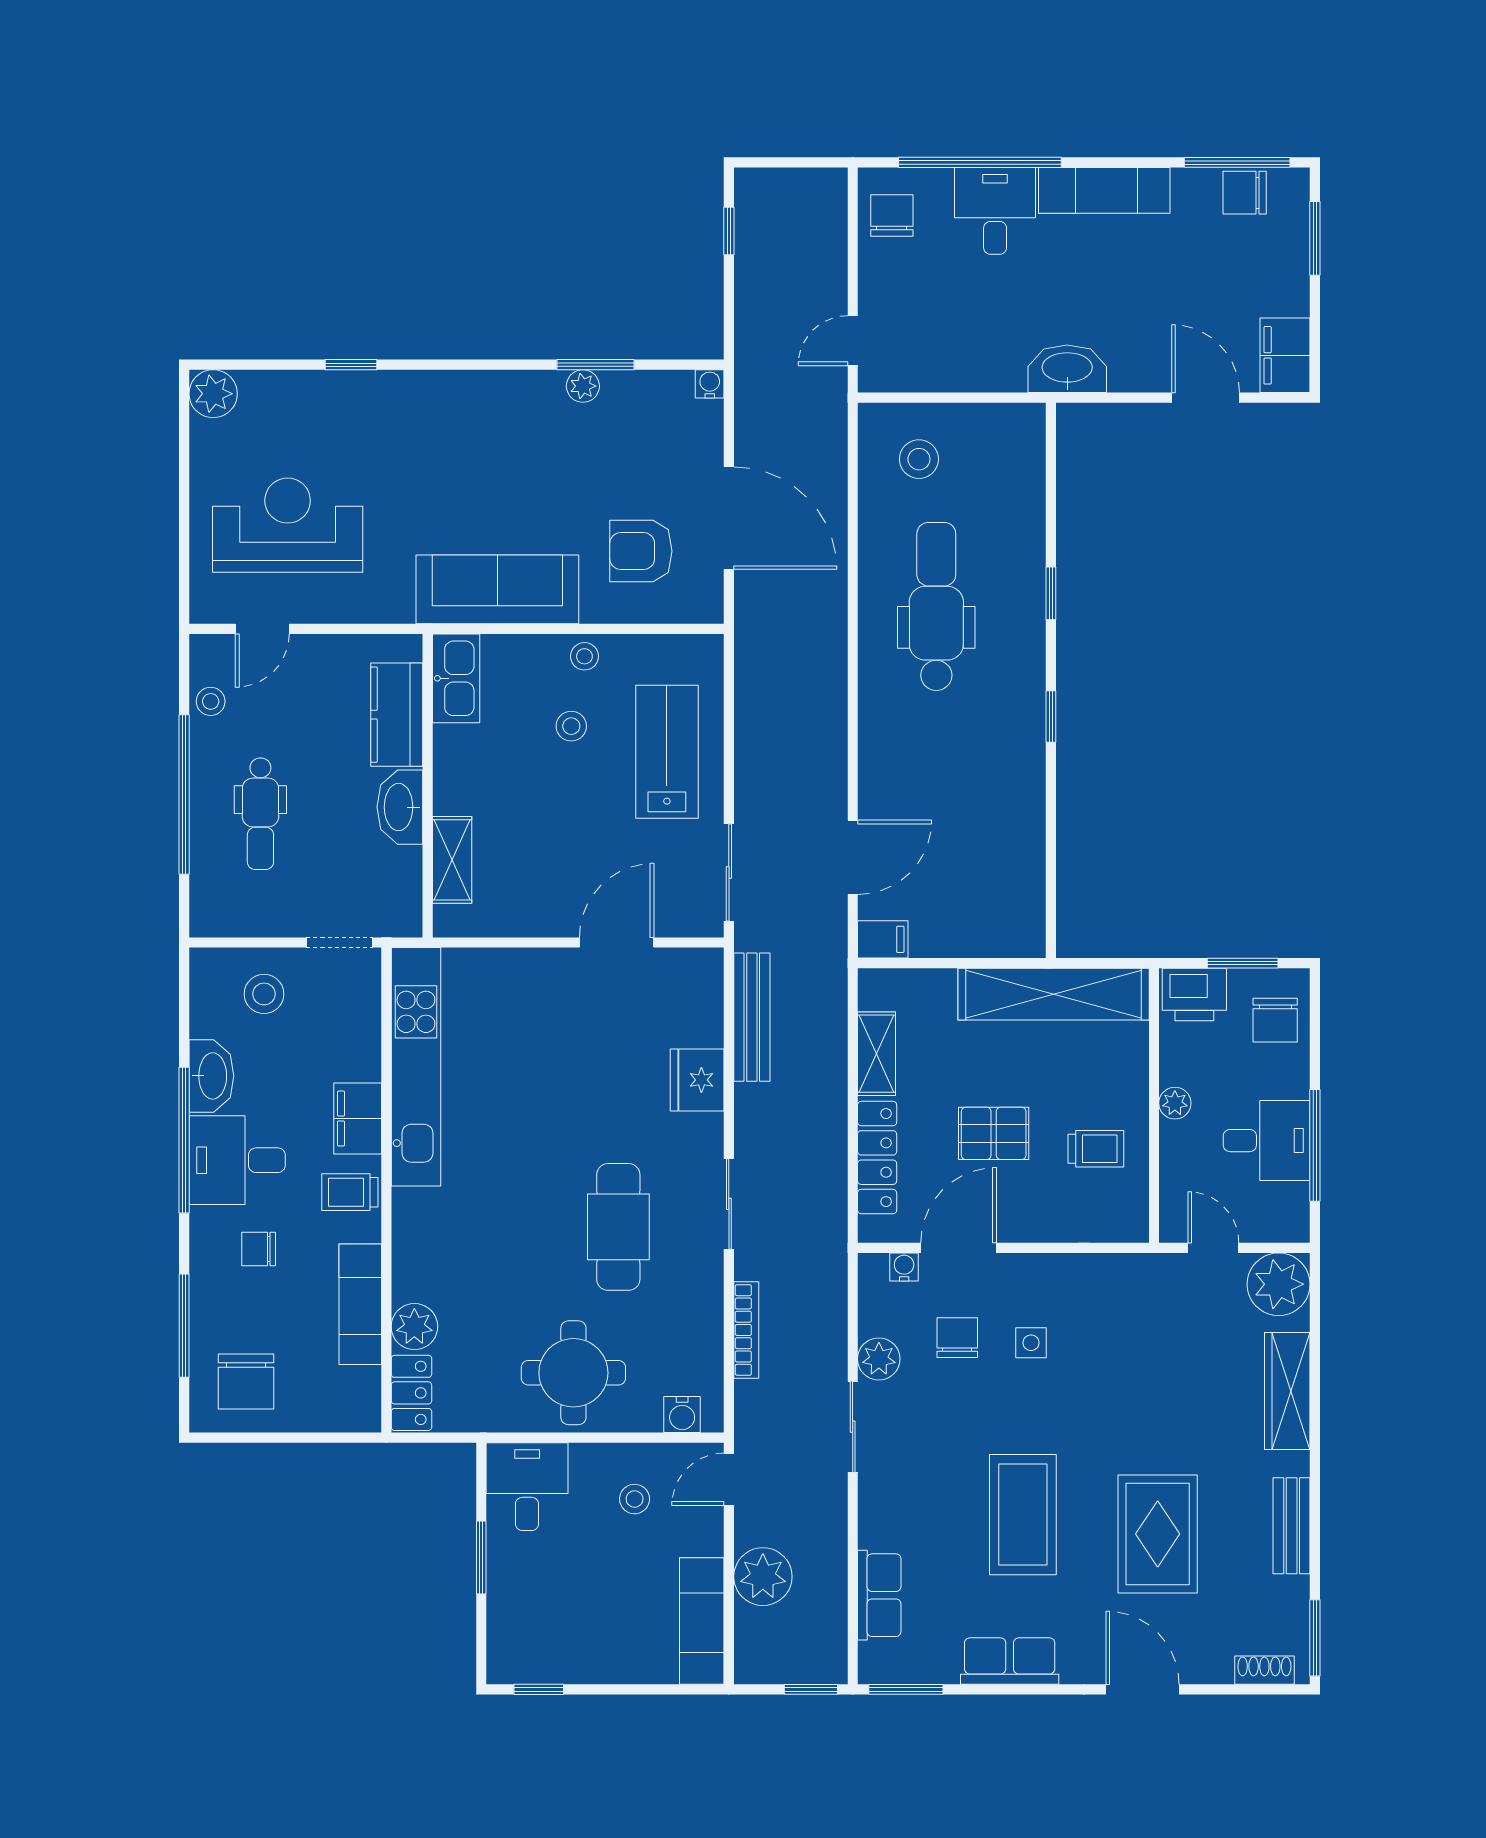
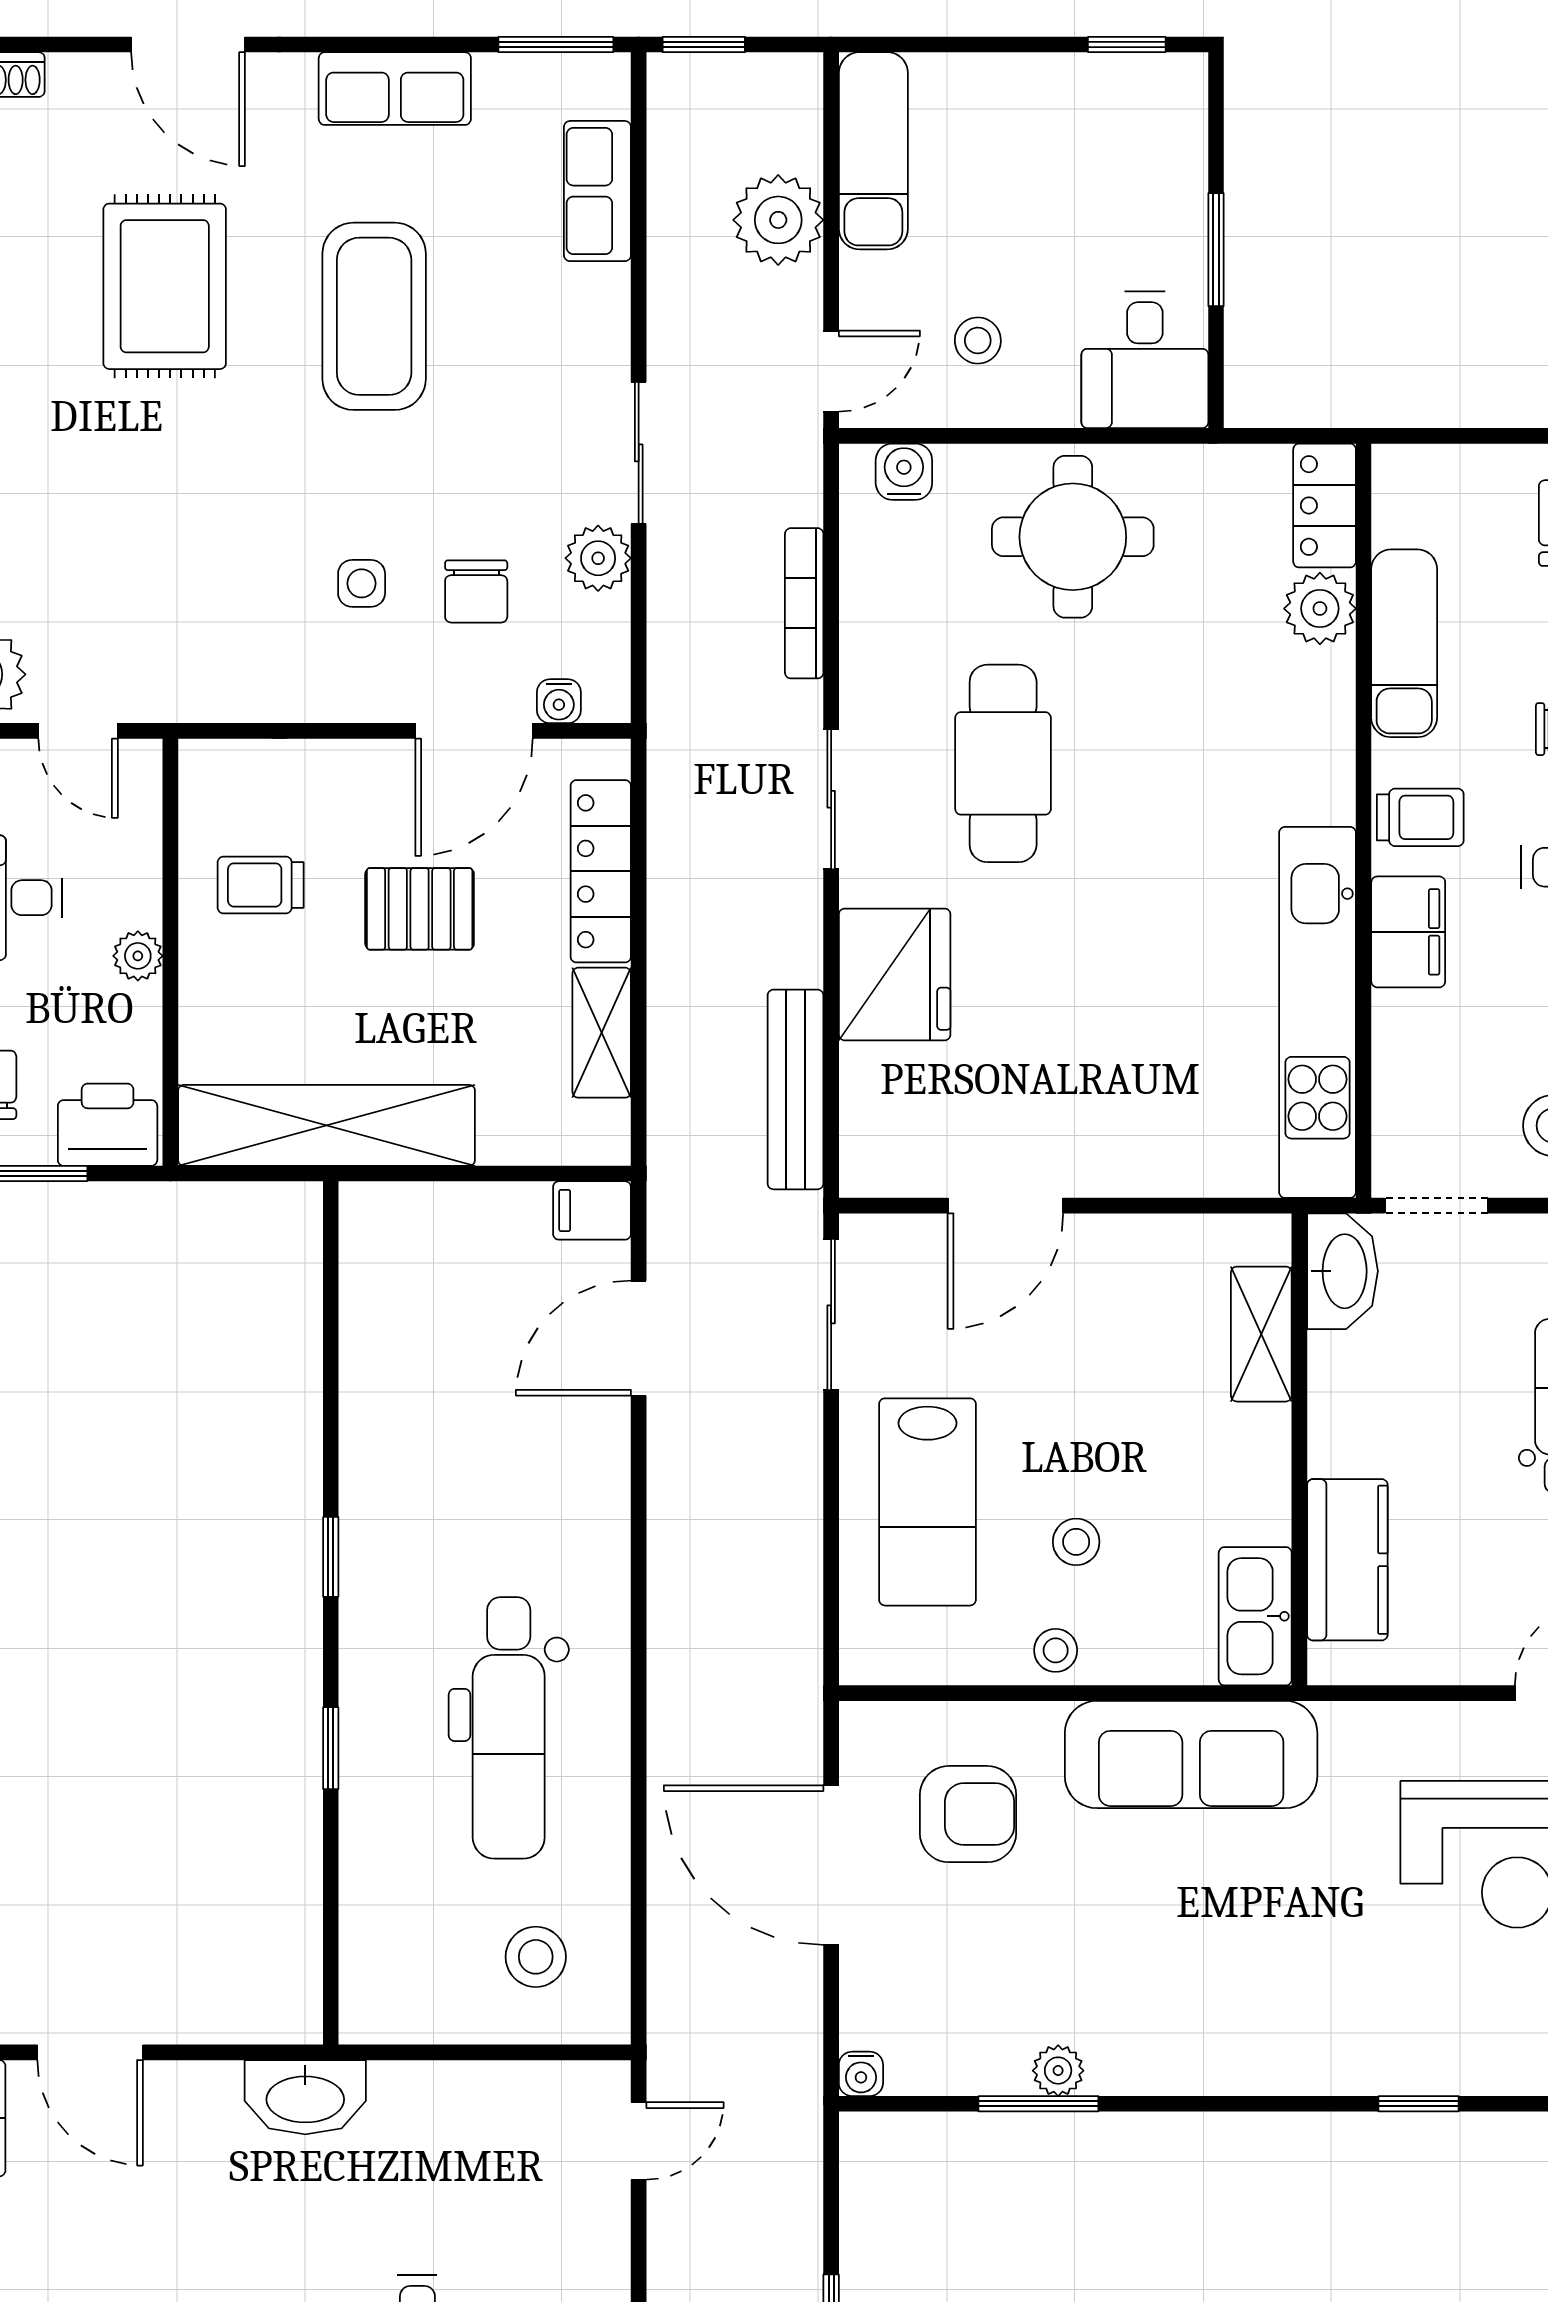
washbasin: (400, 807) -> (1342, 1271), moved
fridge: (697, 1080) -> (895, 974), width x1.36, depth x1.34

